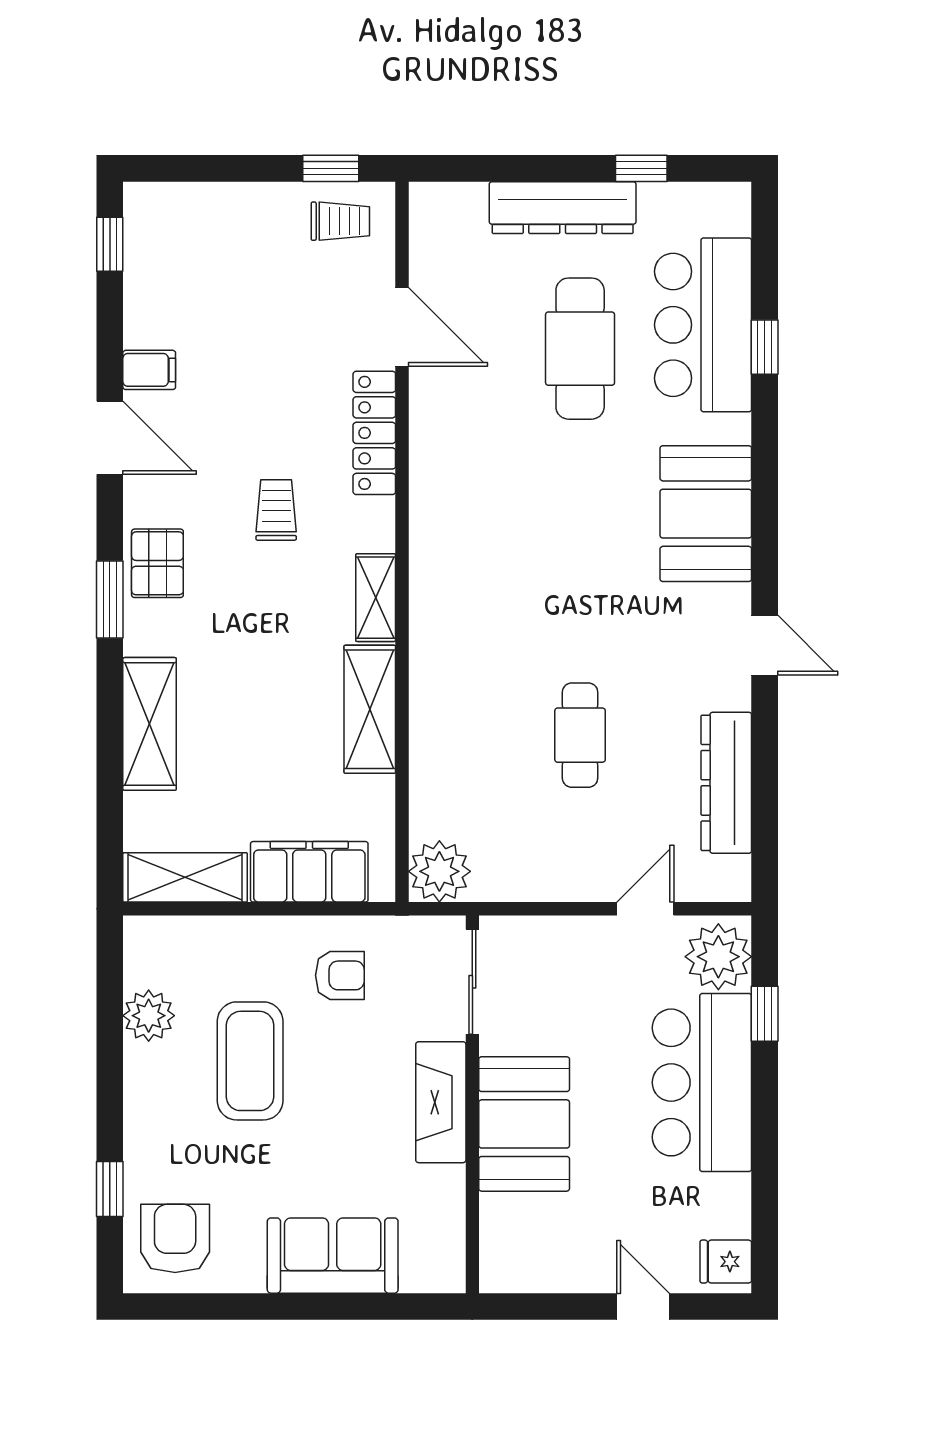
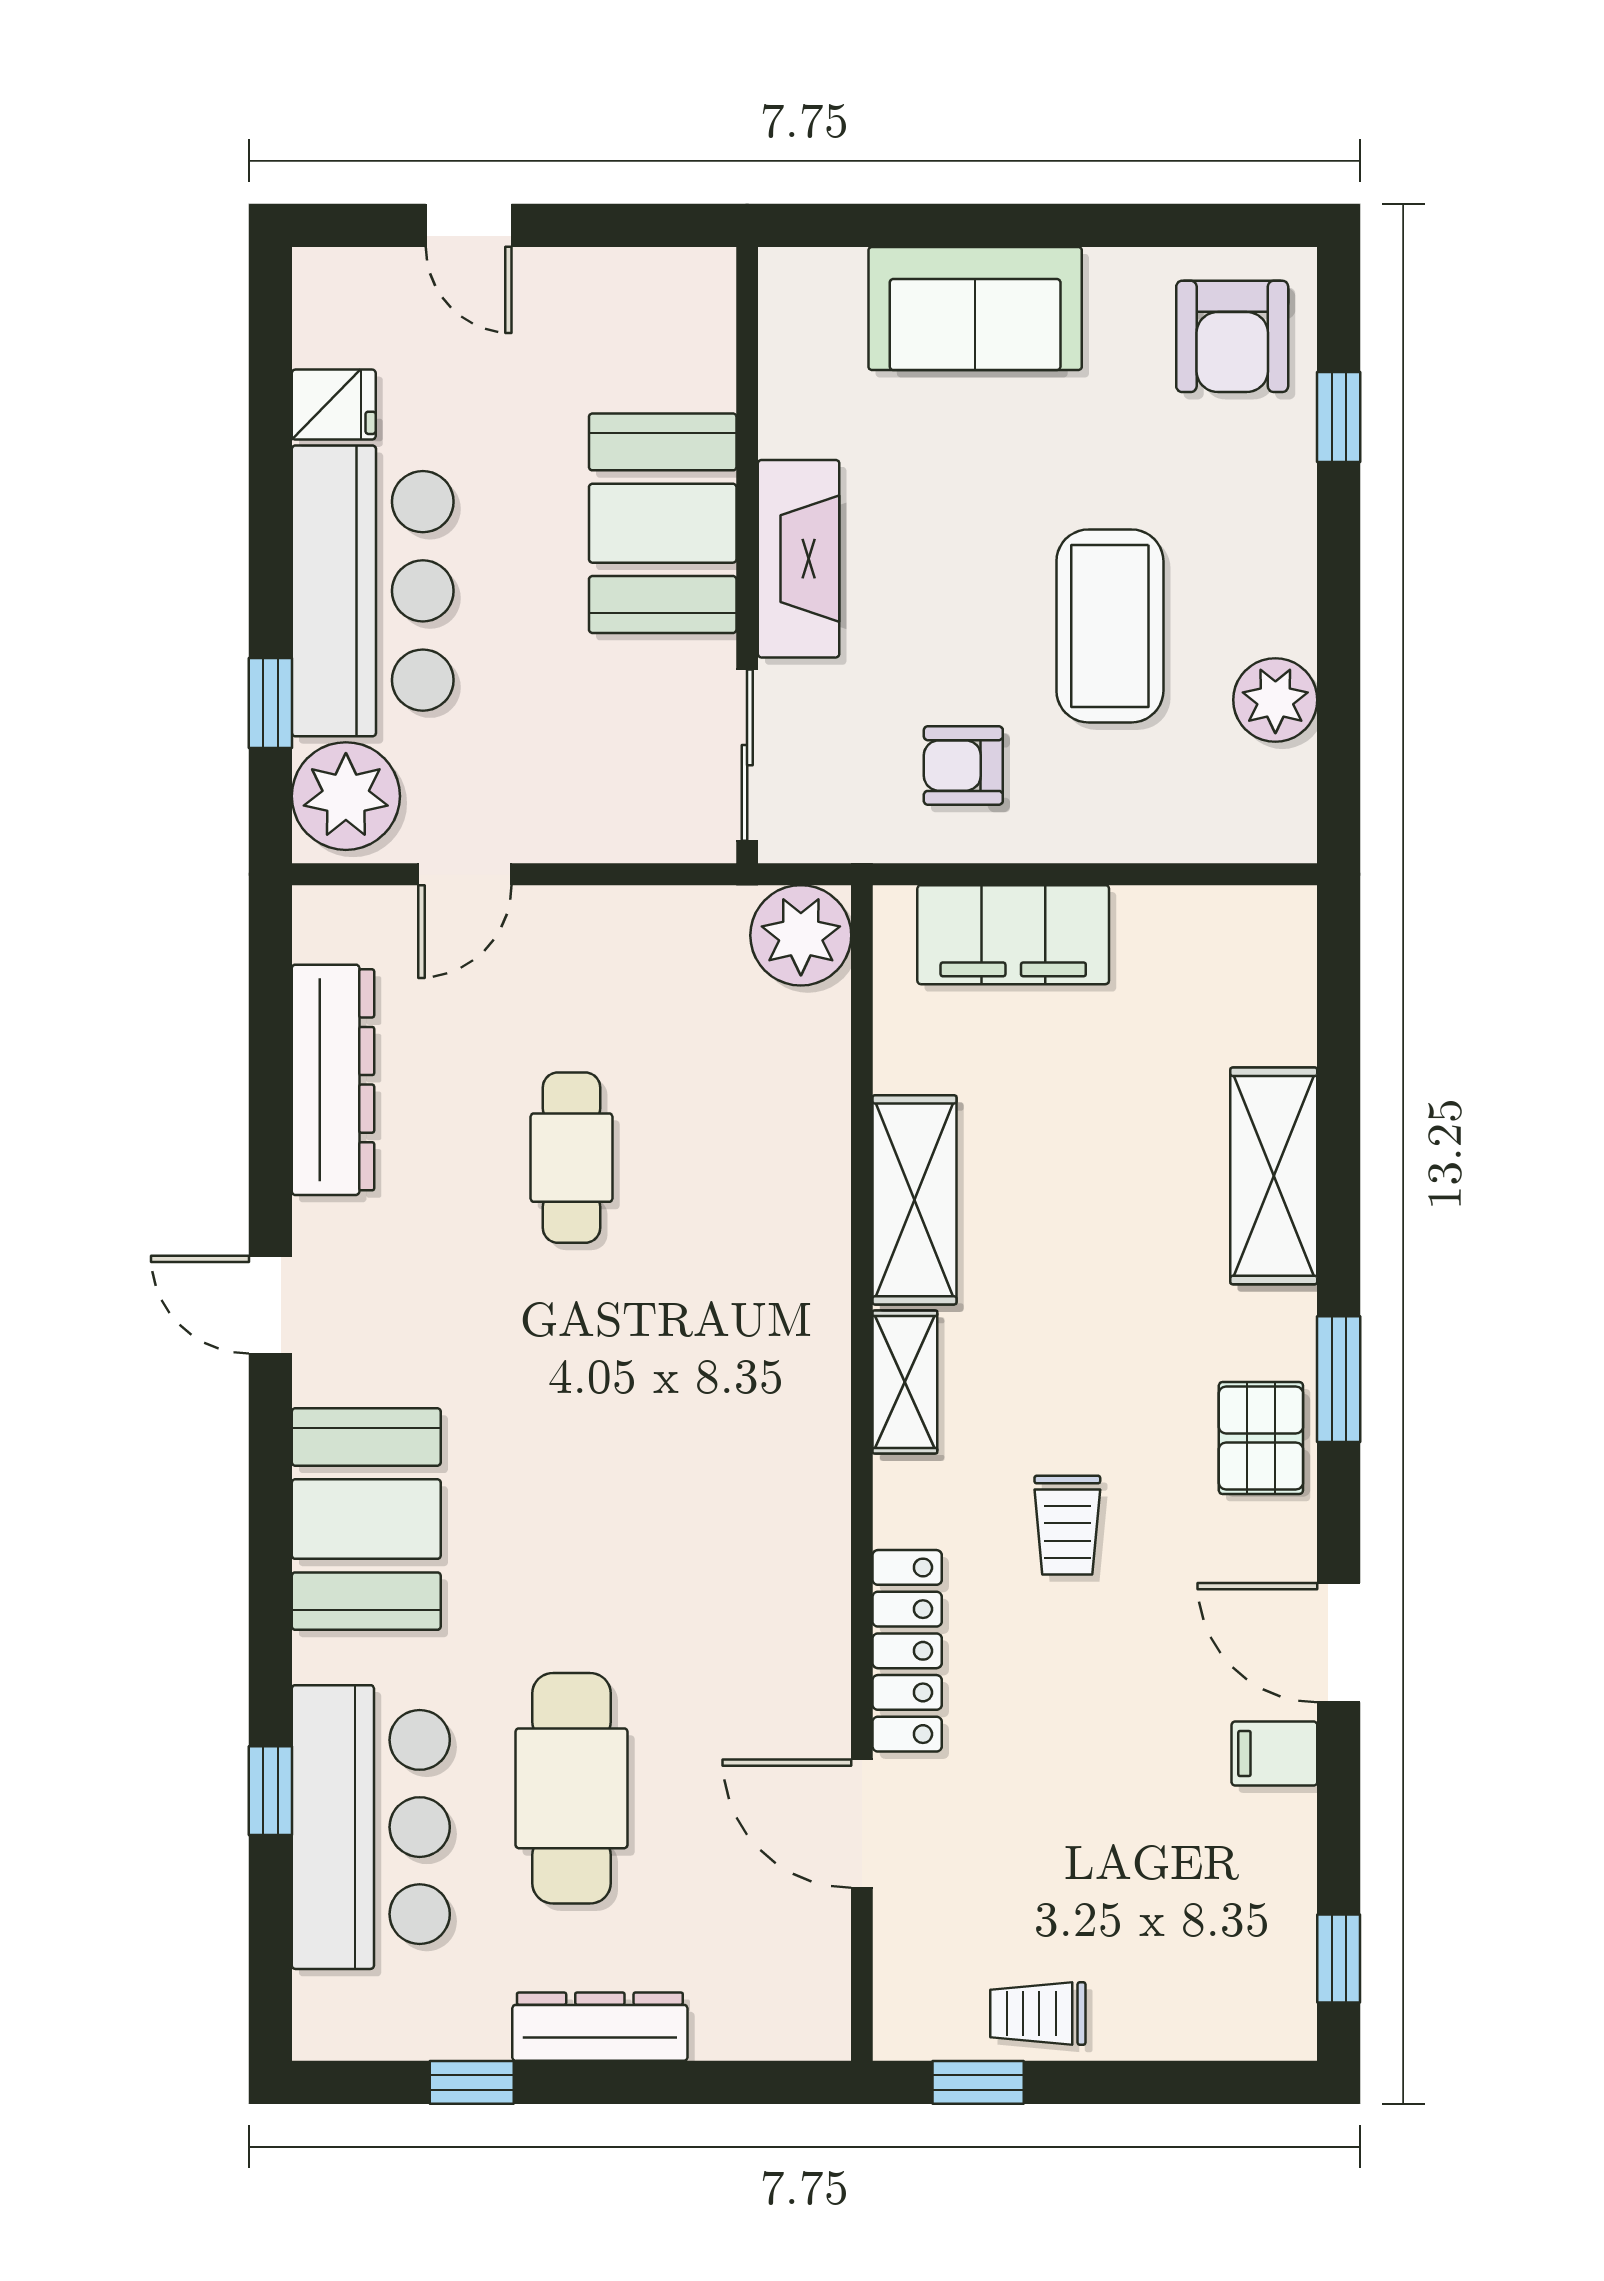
dresser: (563, 208) -> (600, 2027), width x0.73, depth x0.80
trolley: (340, 221) -> (1038, 2013), moved
shelving: (185, 877) -> (1216, 926), removed
fridge: (726, 1262) -> (334, 405), moved

